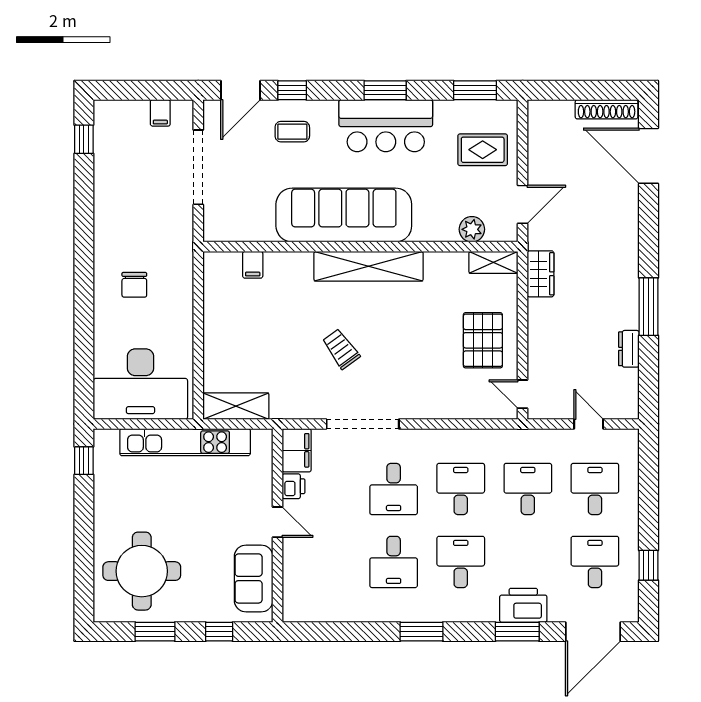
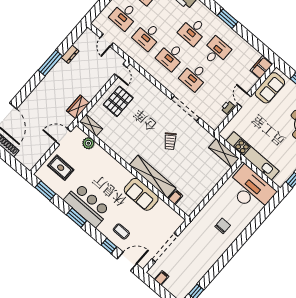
sofa: (344, 215) -> (141, 194), width x0.54, depth x0.79
shelving: (369, 266) -> (153, 177), moved
filing cabinet: (297, 450) -> (261, 67), moved
desk: (394, 489) -> (194, 77), turned 180

